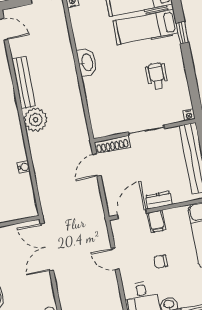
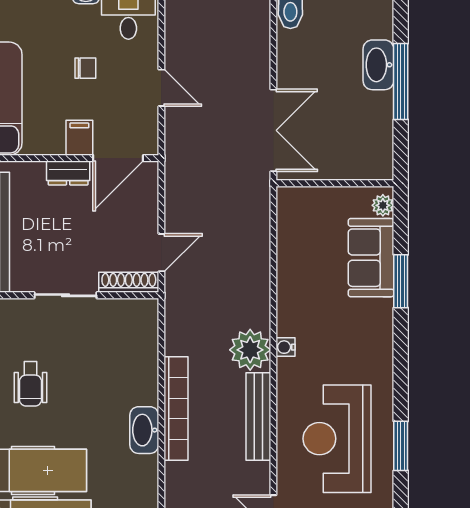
bookcase: (71, 78) -> (176, 409), added
water cooler: (24, 167) -> (286, 347), moved

